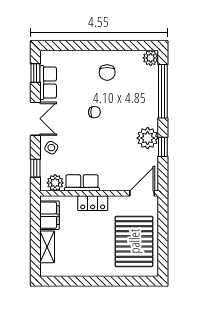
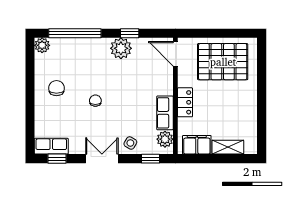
chair: (107, 73) -> (56, 88), turned -90
row of seats: (48, 83) -> (51, 146), moved

